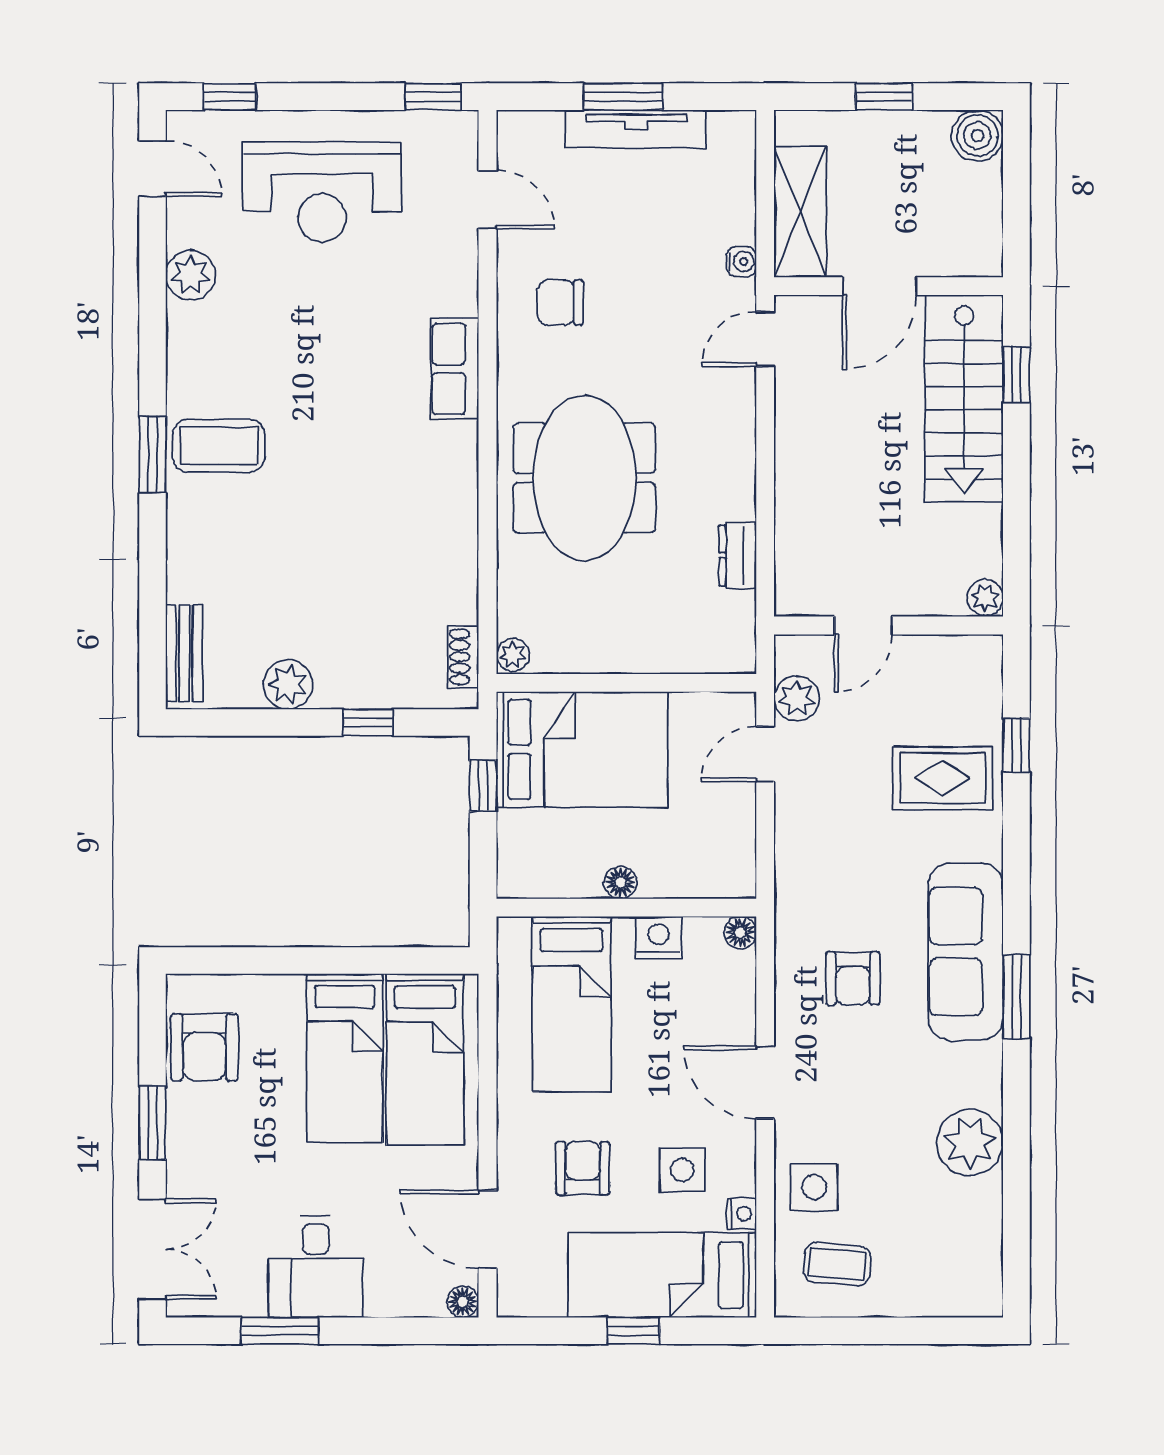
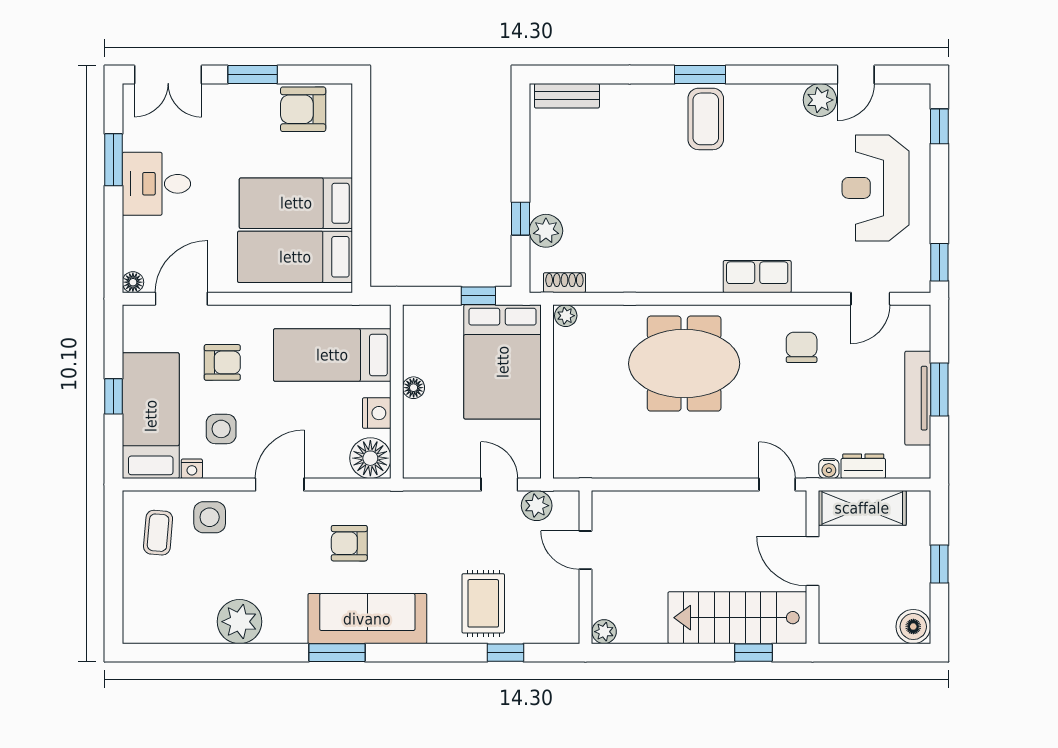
door: (153, 169) -> (856, 75), moved
dresser: (738, 556) -> (863, 466), moved
plant: (288, 685) -> (546, 231), moved
floor lamp: (740, 933) -> (370, 458), width x1.89, depth x1.89

